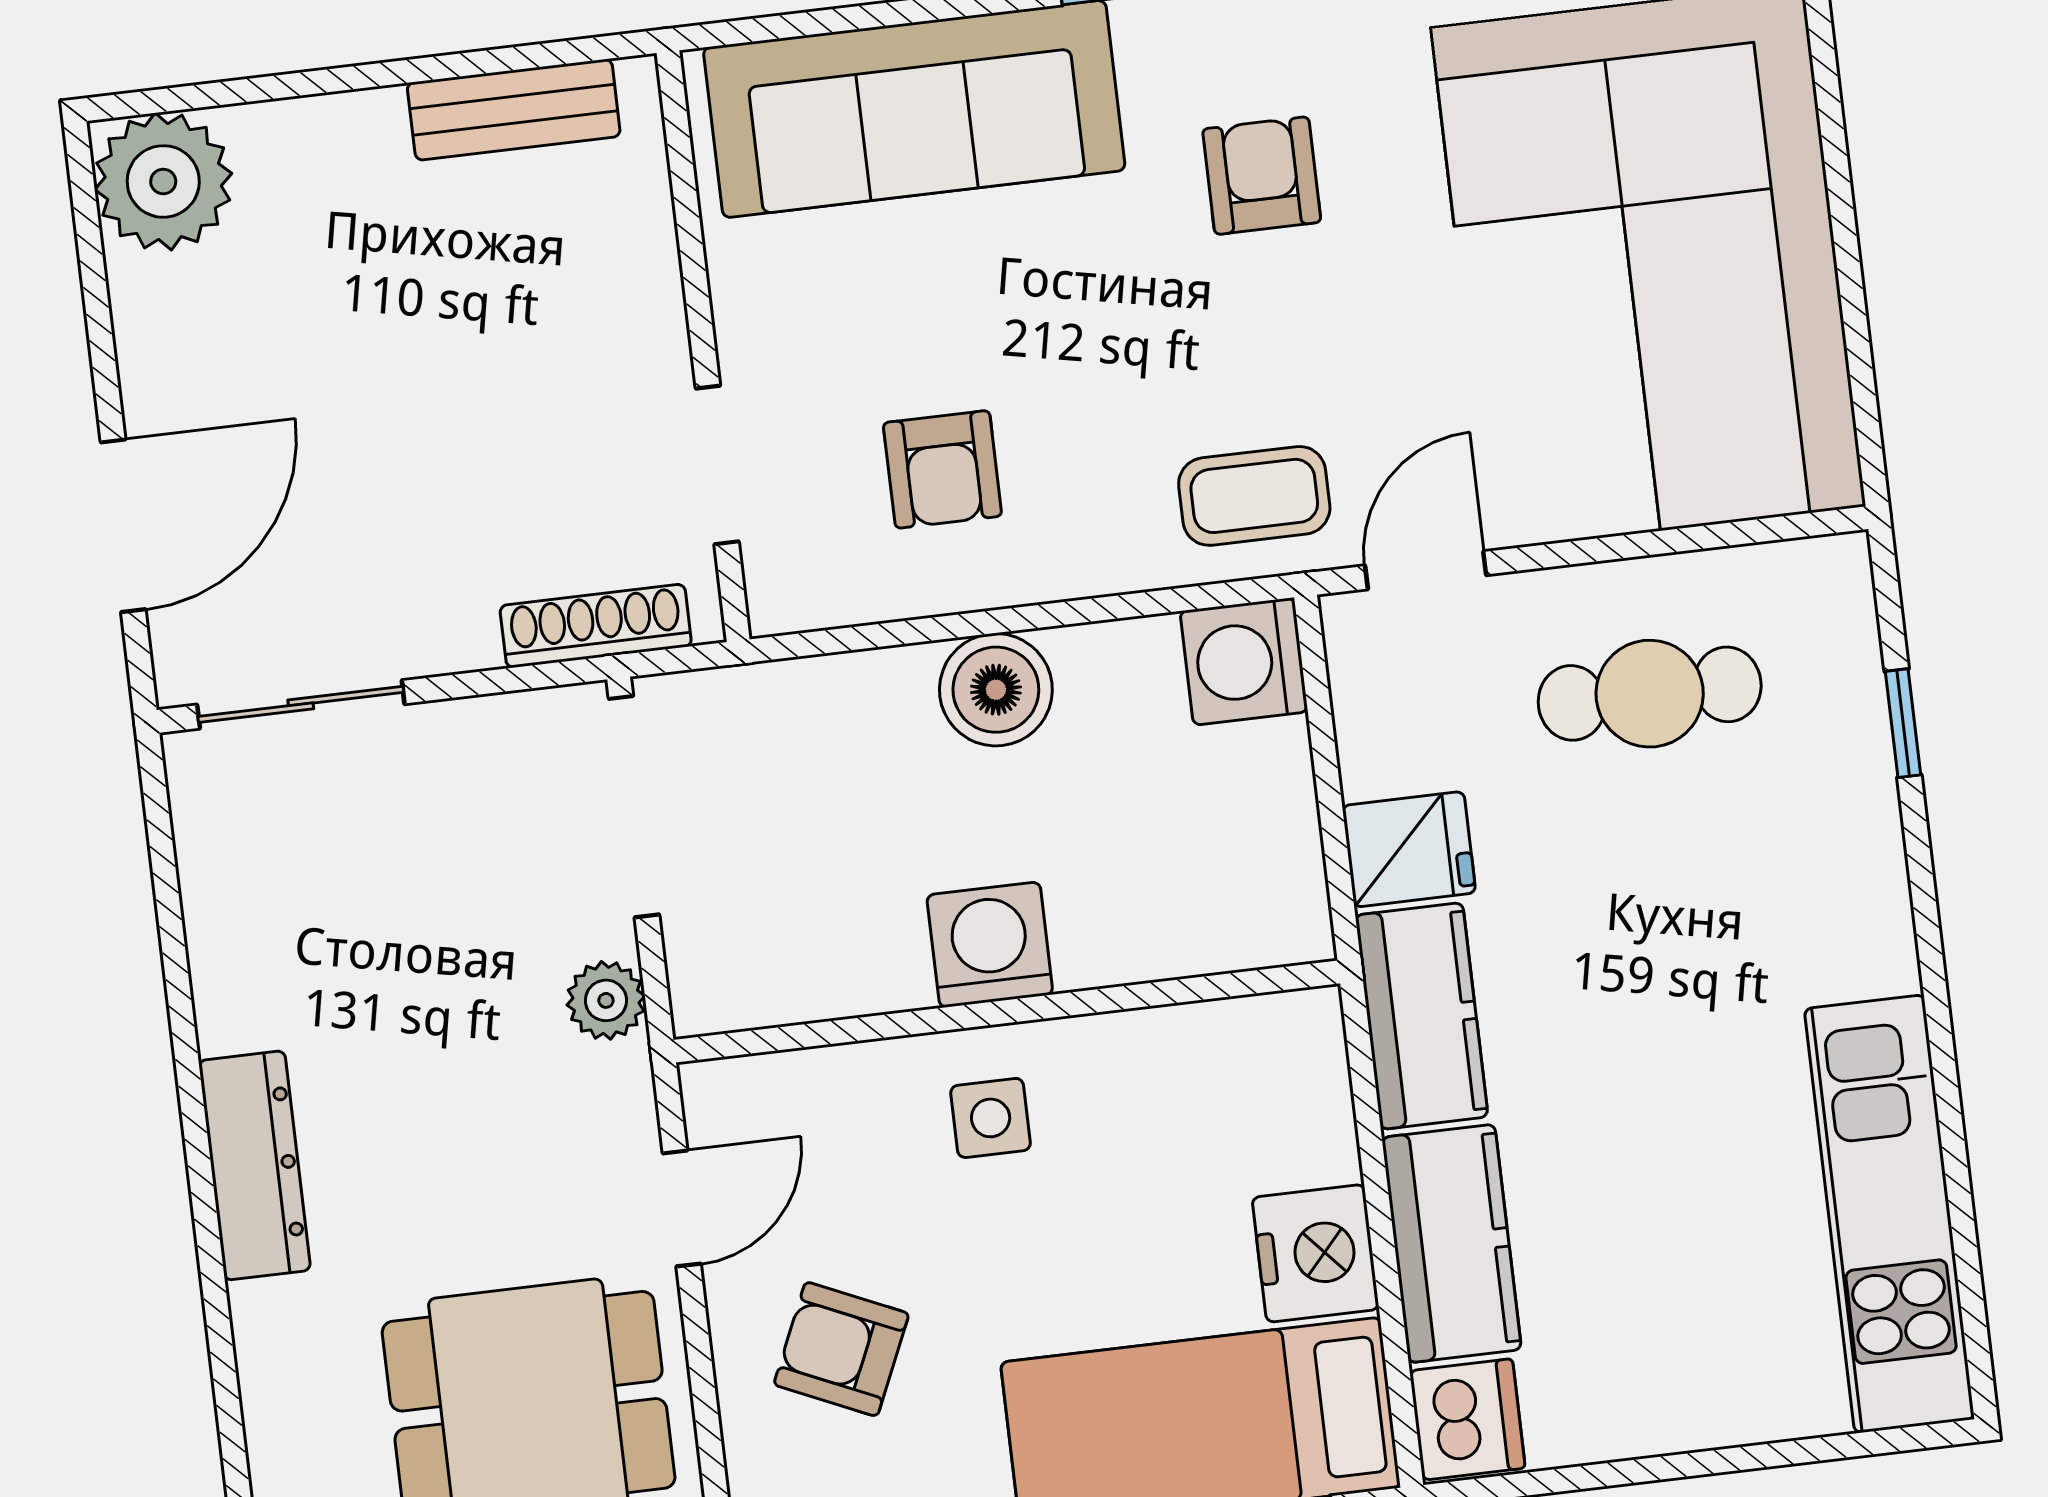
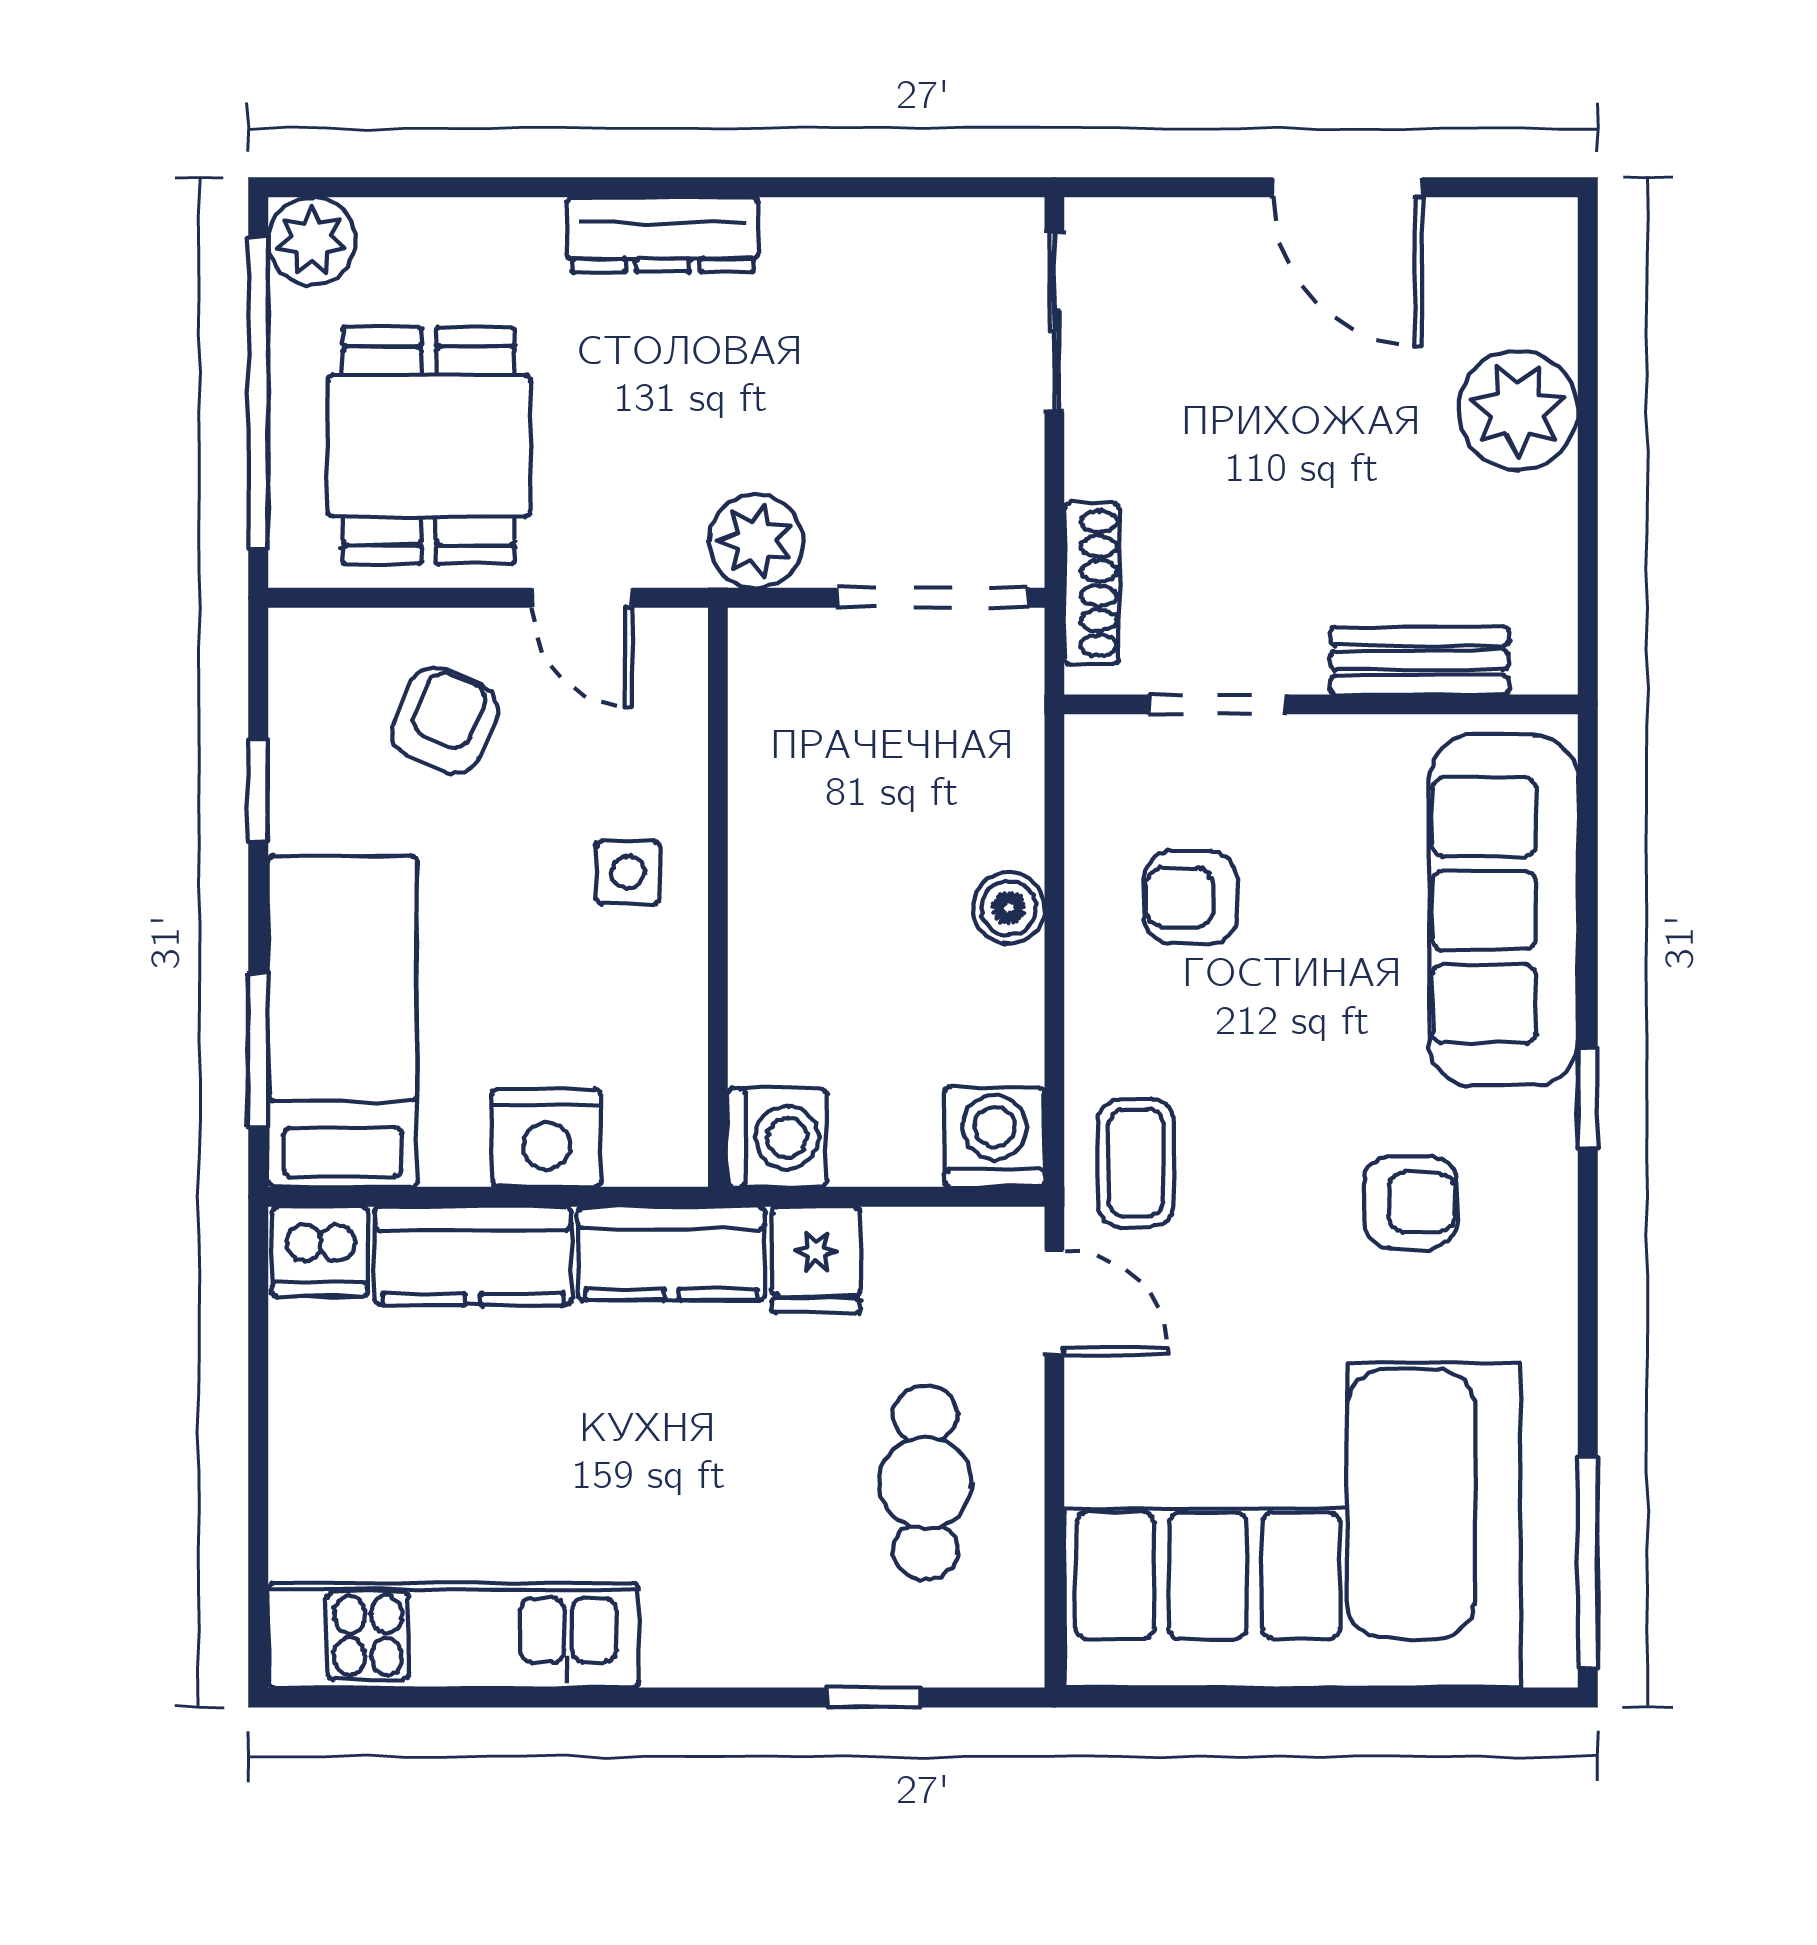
bench: (514, 110) -> (1420, 660), moved, turned 90
plant: (163, 181) -> (1518, 410), moved
door: (123, 526) -> (1347, 187), moved
boiler: (996, 690) -> (1009, 908), width x0.73, depth x0.73
washing machine: (990, 945) -> (777, 1138), moved
plant: (606, 1000) -> (756, 541), width x1.38, depth x1.38
nightstand: (1316, 1253) -> (547, 1138), moved

